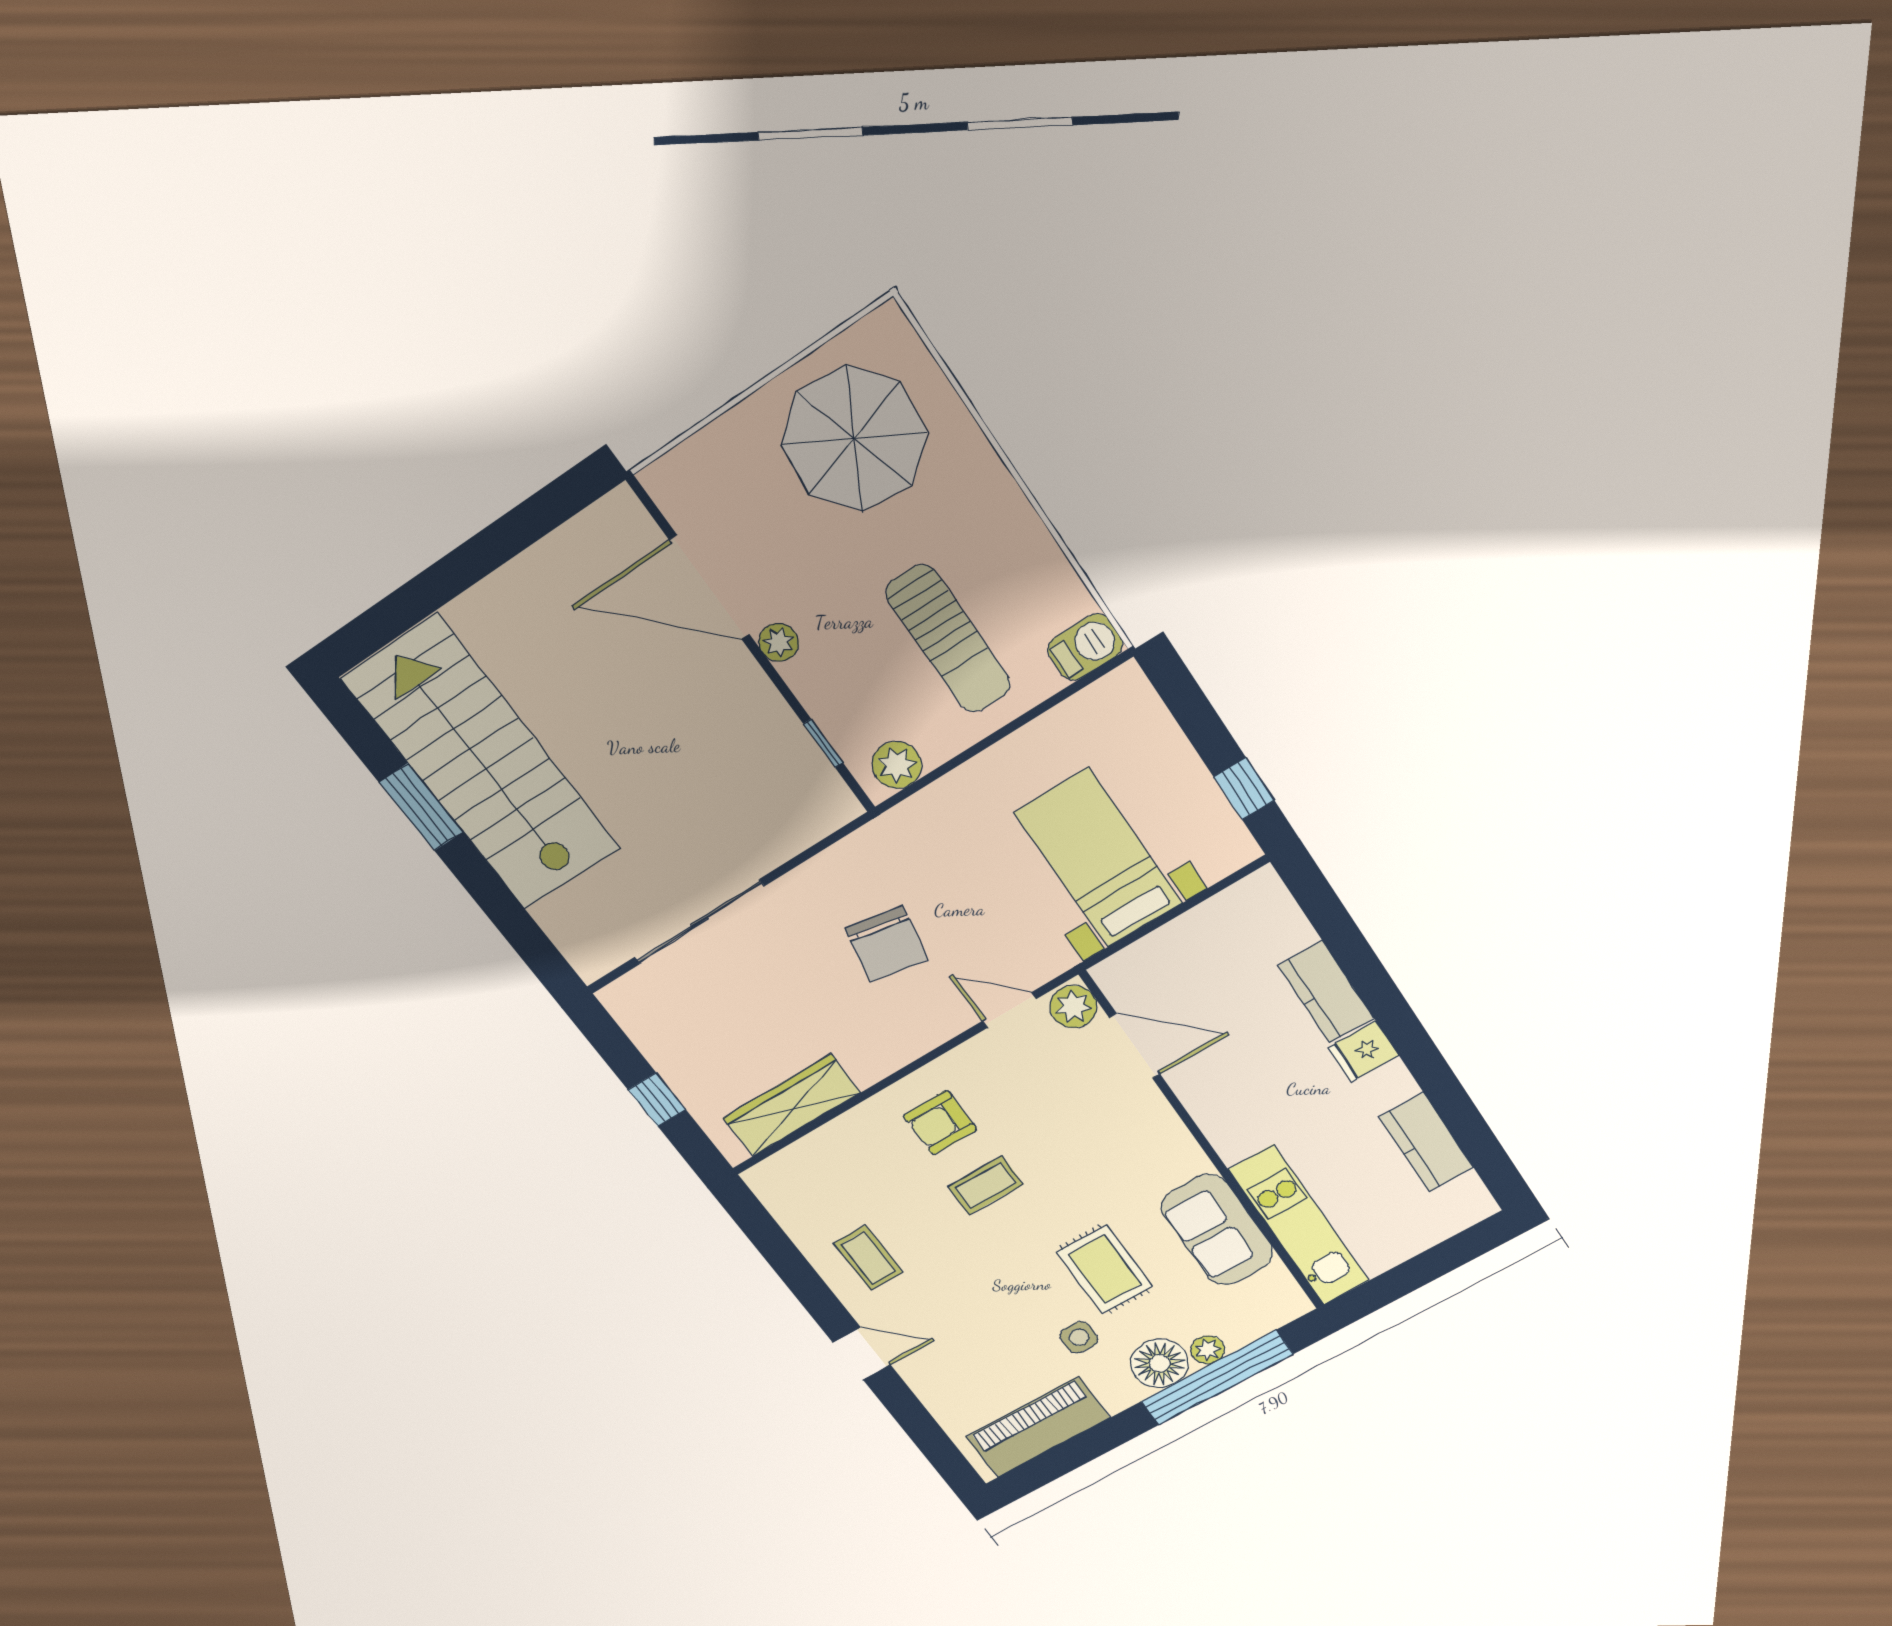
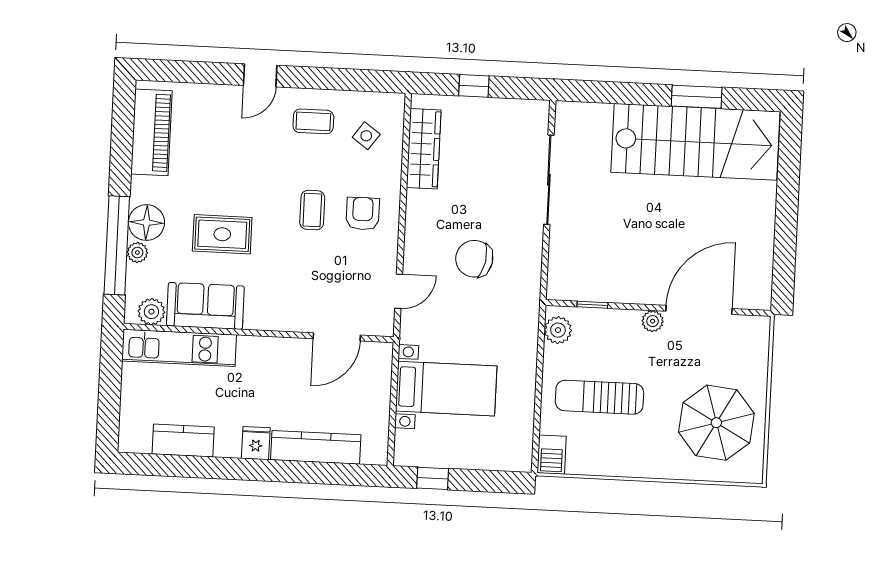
kitchen counter: (1326, 992) -> (316, 447), width x1.50
plant: (1073, 1007) -> (151, 312), moved
side table: (1079, 1337) -> (366, 136), moved, turned 36

